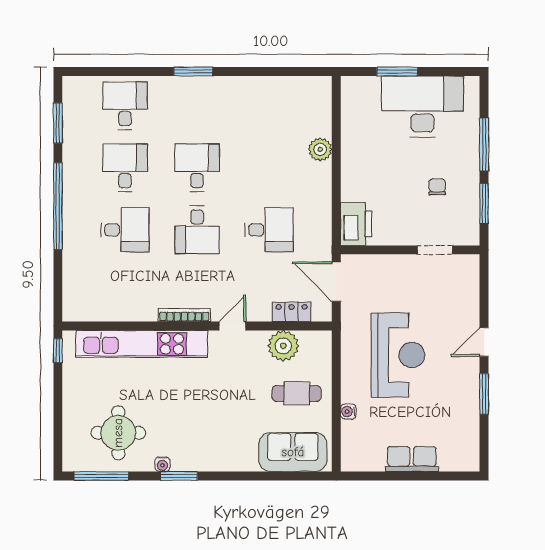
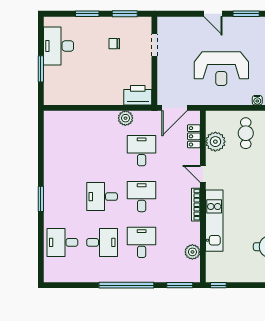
desk: (423, 106) -> (59, 46), width x0.73, depth x0.77
window: (58, 123) -> (180, 285), moved
window: (484, 145) -> (87, 14), width x0.69
plant: (320, 149) -> (125, 118), moved
desk: (125, 168) -> (102, 242), turned 180
desk: (197, 230) -> (142, 197), turned -90
plant: (110, 310) -> (192, 252), added
kitchen unit: (142, 344) -> (214, 221), width x0.73
reception desk: (398, 355) -> (221, 69), turned 180

